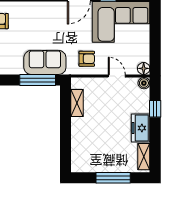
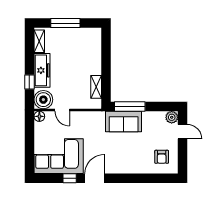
armchair: (87, 59) -> (88, 125), removed
boiler: (144, 83) -> (43, 100), width x1.86, depth x1.86
freezer: (141, 128) -> (42, 70), width x1.40

